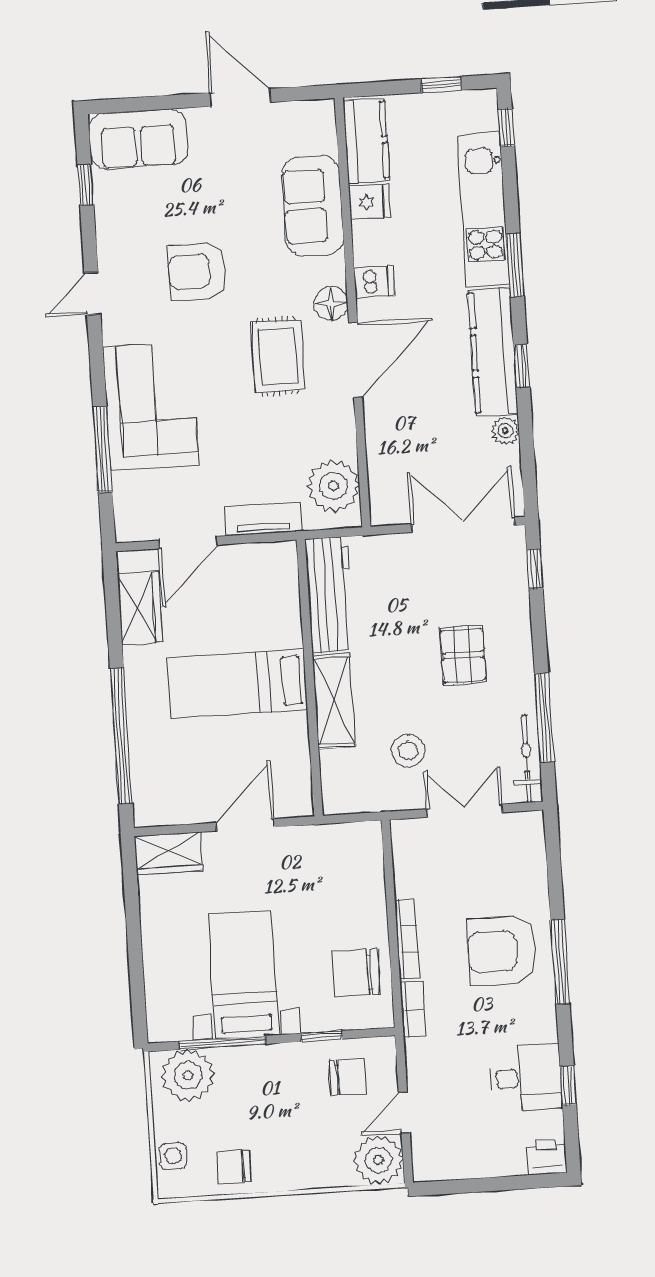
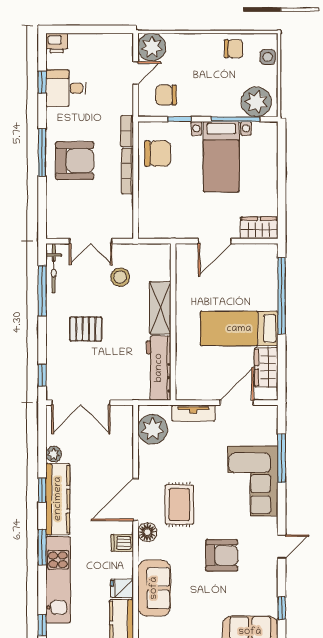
pallet: (463, 655) -> (86, 329), turned 90
bed: (237, 684) -> (239, 329), moved, turned 180

